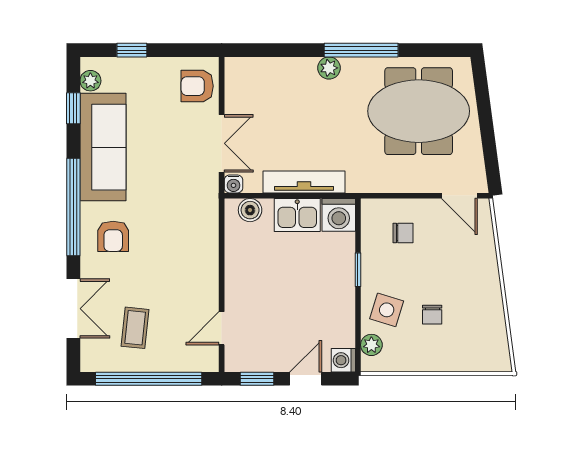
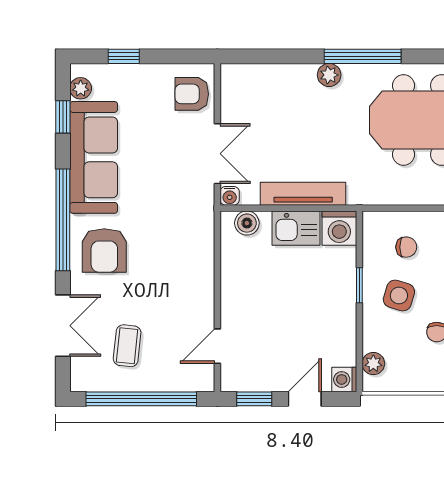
armchair: (113, 236) -> (104, 250), width x1.38, depth x1.38
side table: (387, 310) -> (399, 296), moved

